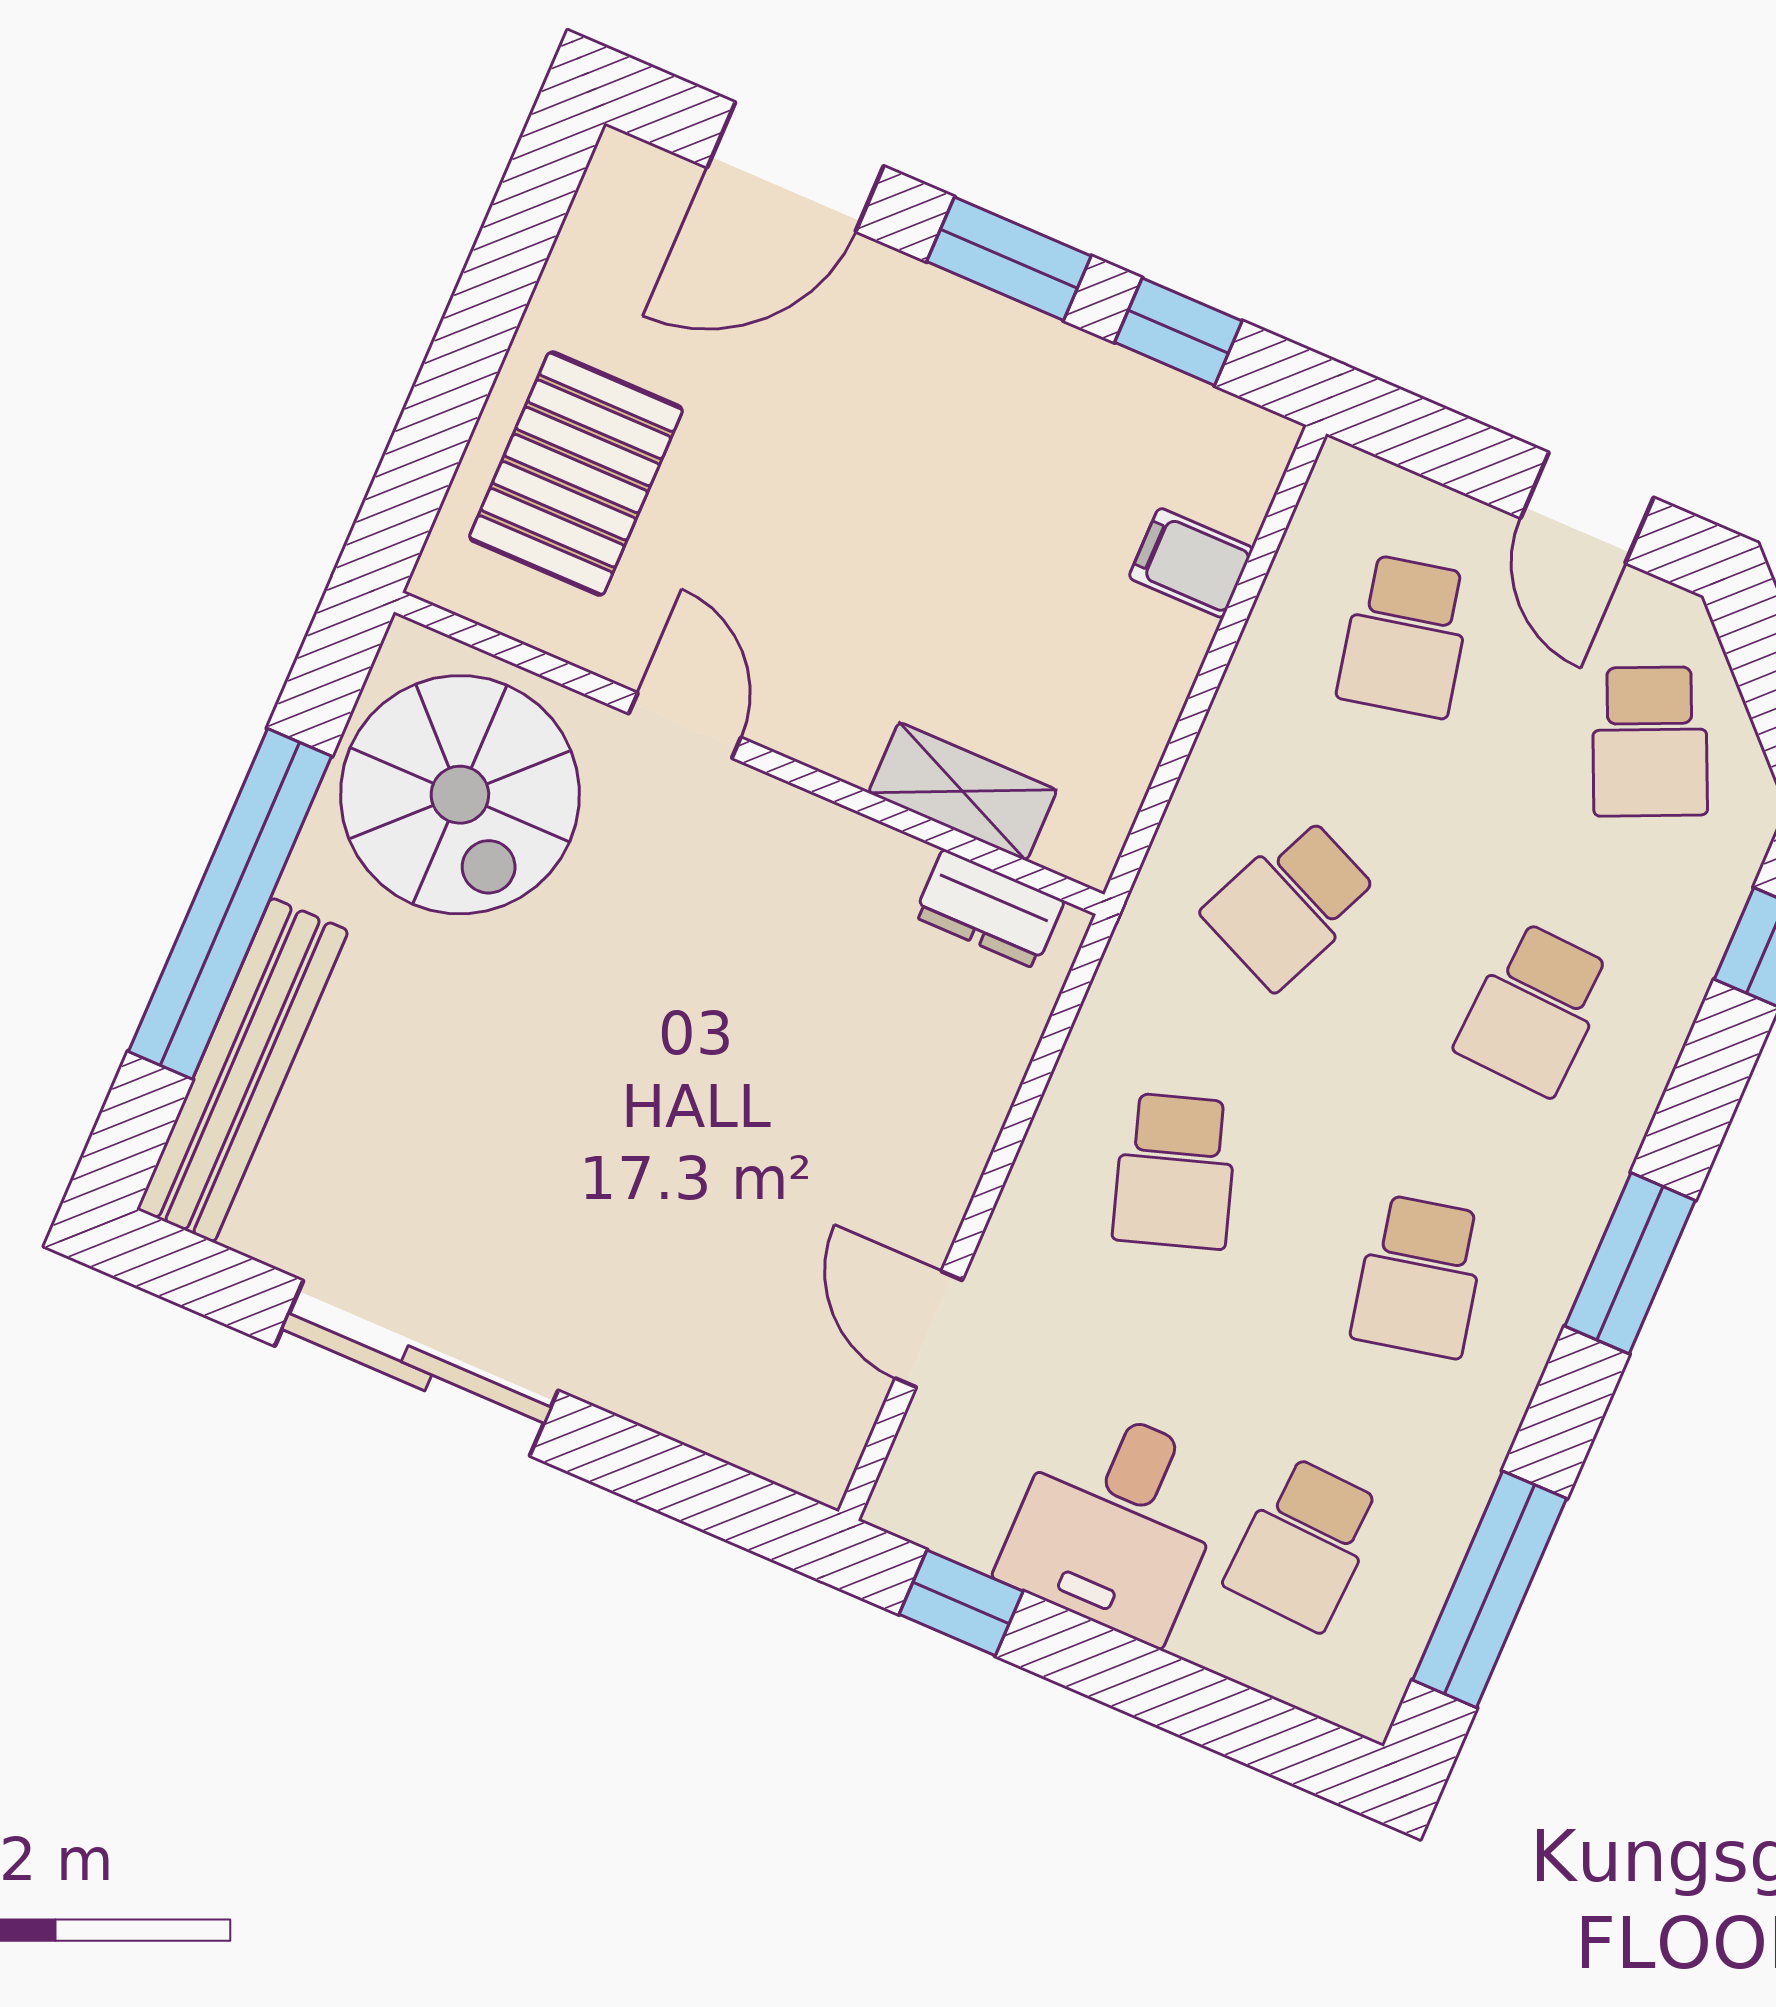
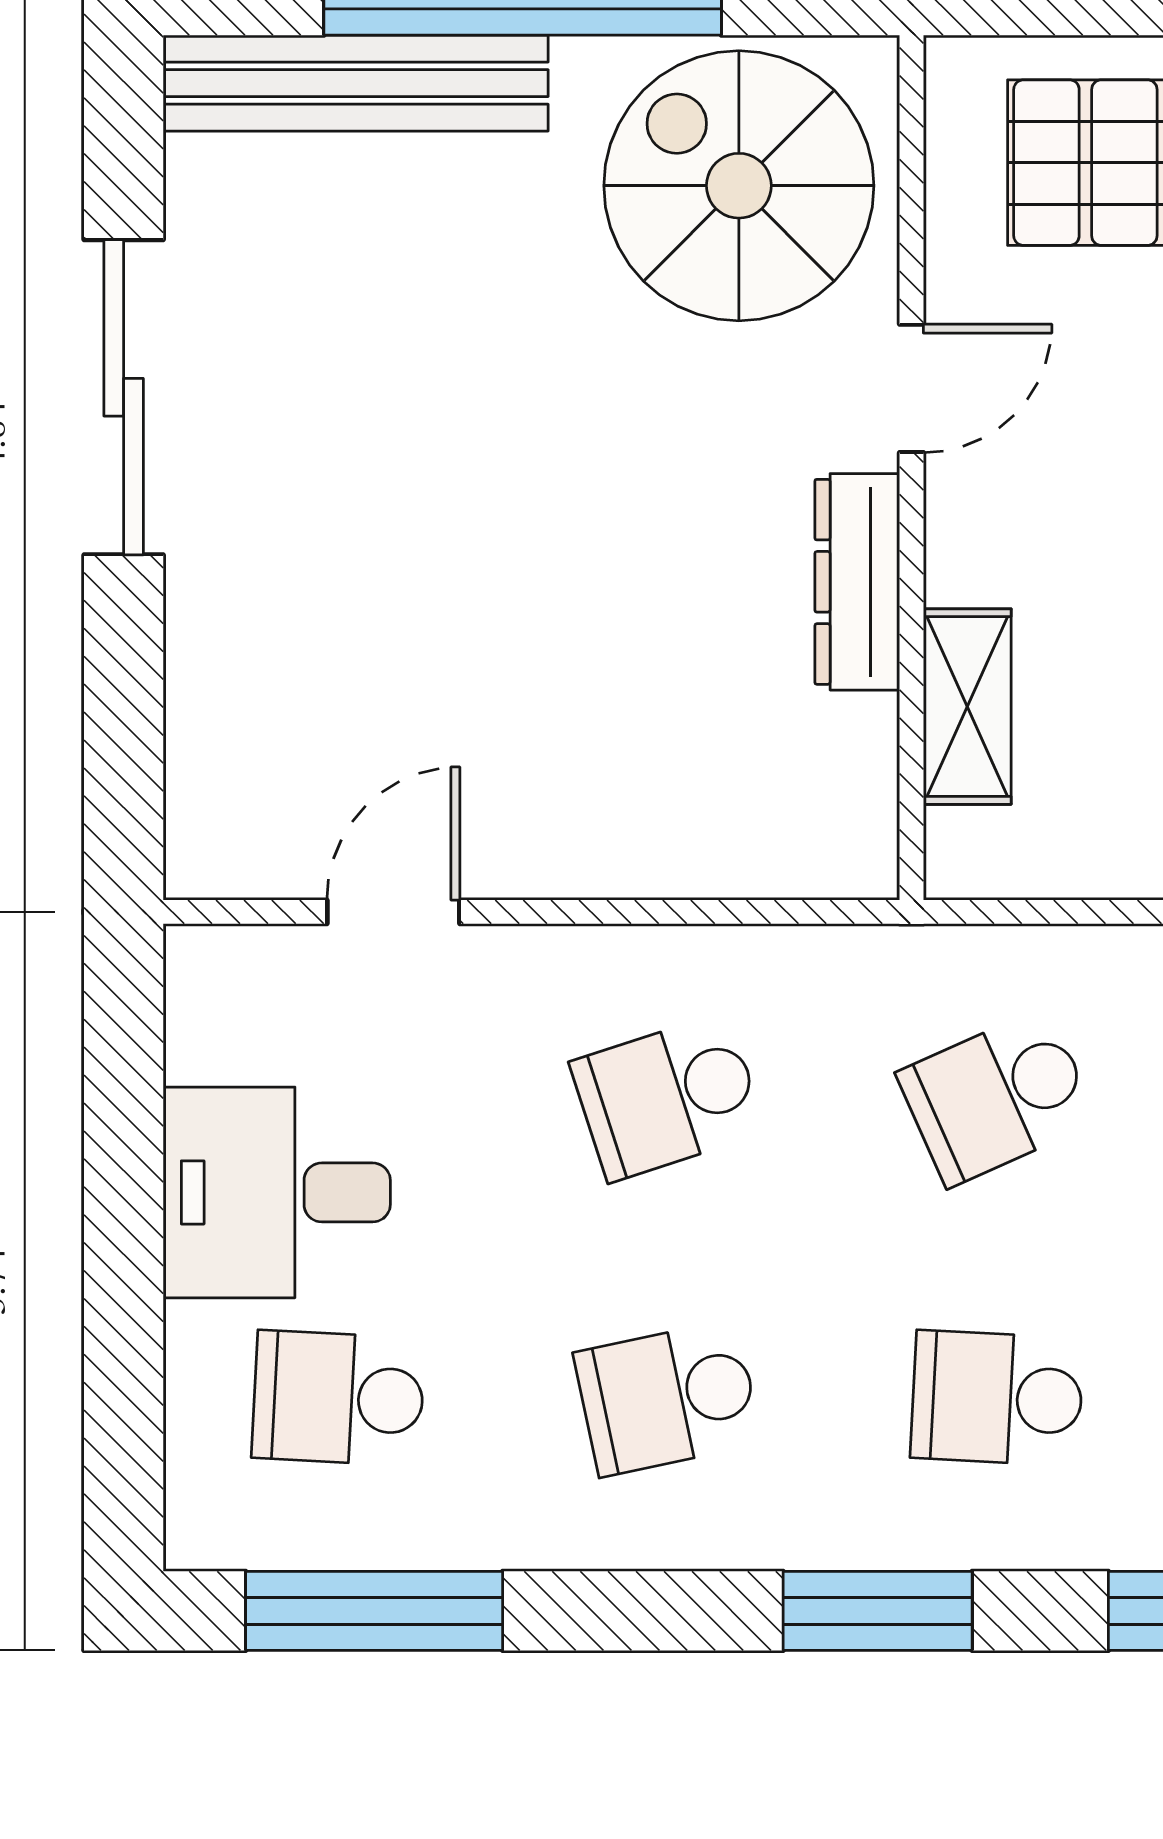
spiral stairs: (460, 795) -> (739, 186), turned 90
school desk: (1290, 904) -> (997, 1097), turned -48
dresser: (989, 909) -> (857, 582), moved, width x1.44
window: (1630, 1263) -> (878, 1611), moved
window: (961, 1603) -> (124, 1068), removed

